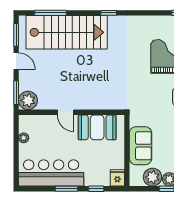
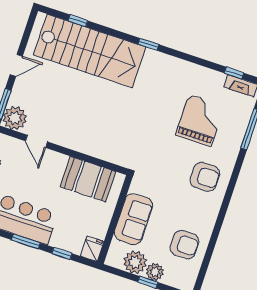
window: (50, 13) -> (78, 21), width x0.46
window: (16, 35) -> (27, 33), removed
door: (16, 61) -> (16, 65), hinge flipped
door: (66, 112) -> (36, 141), moved

